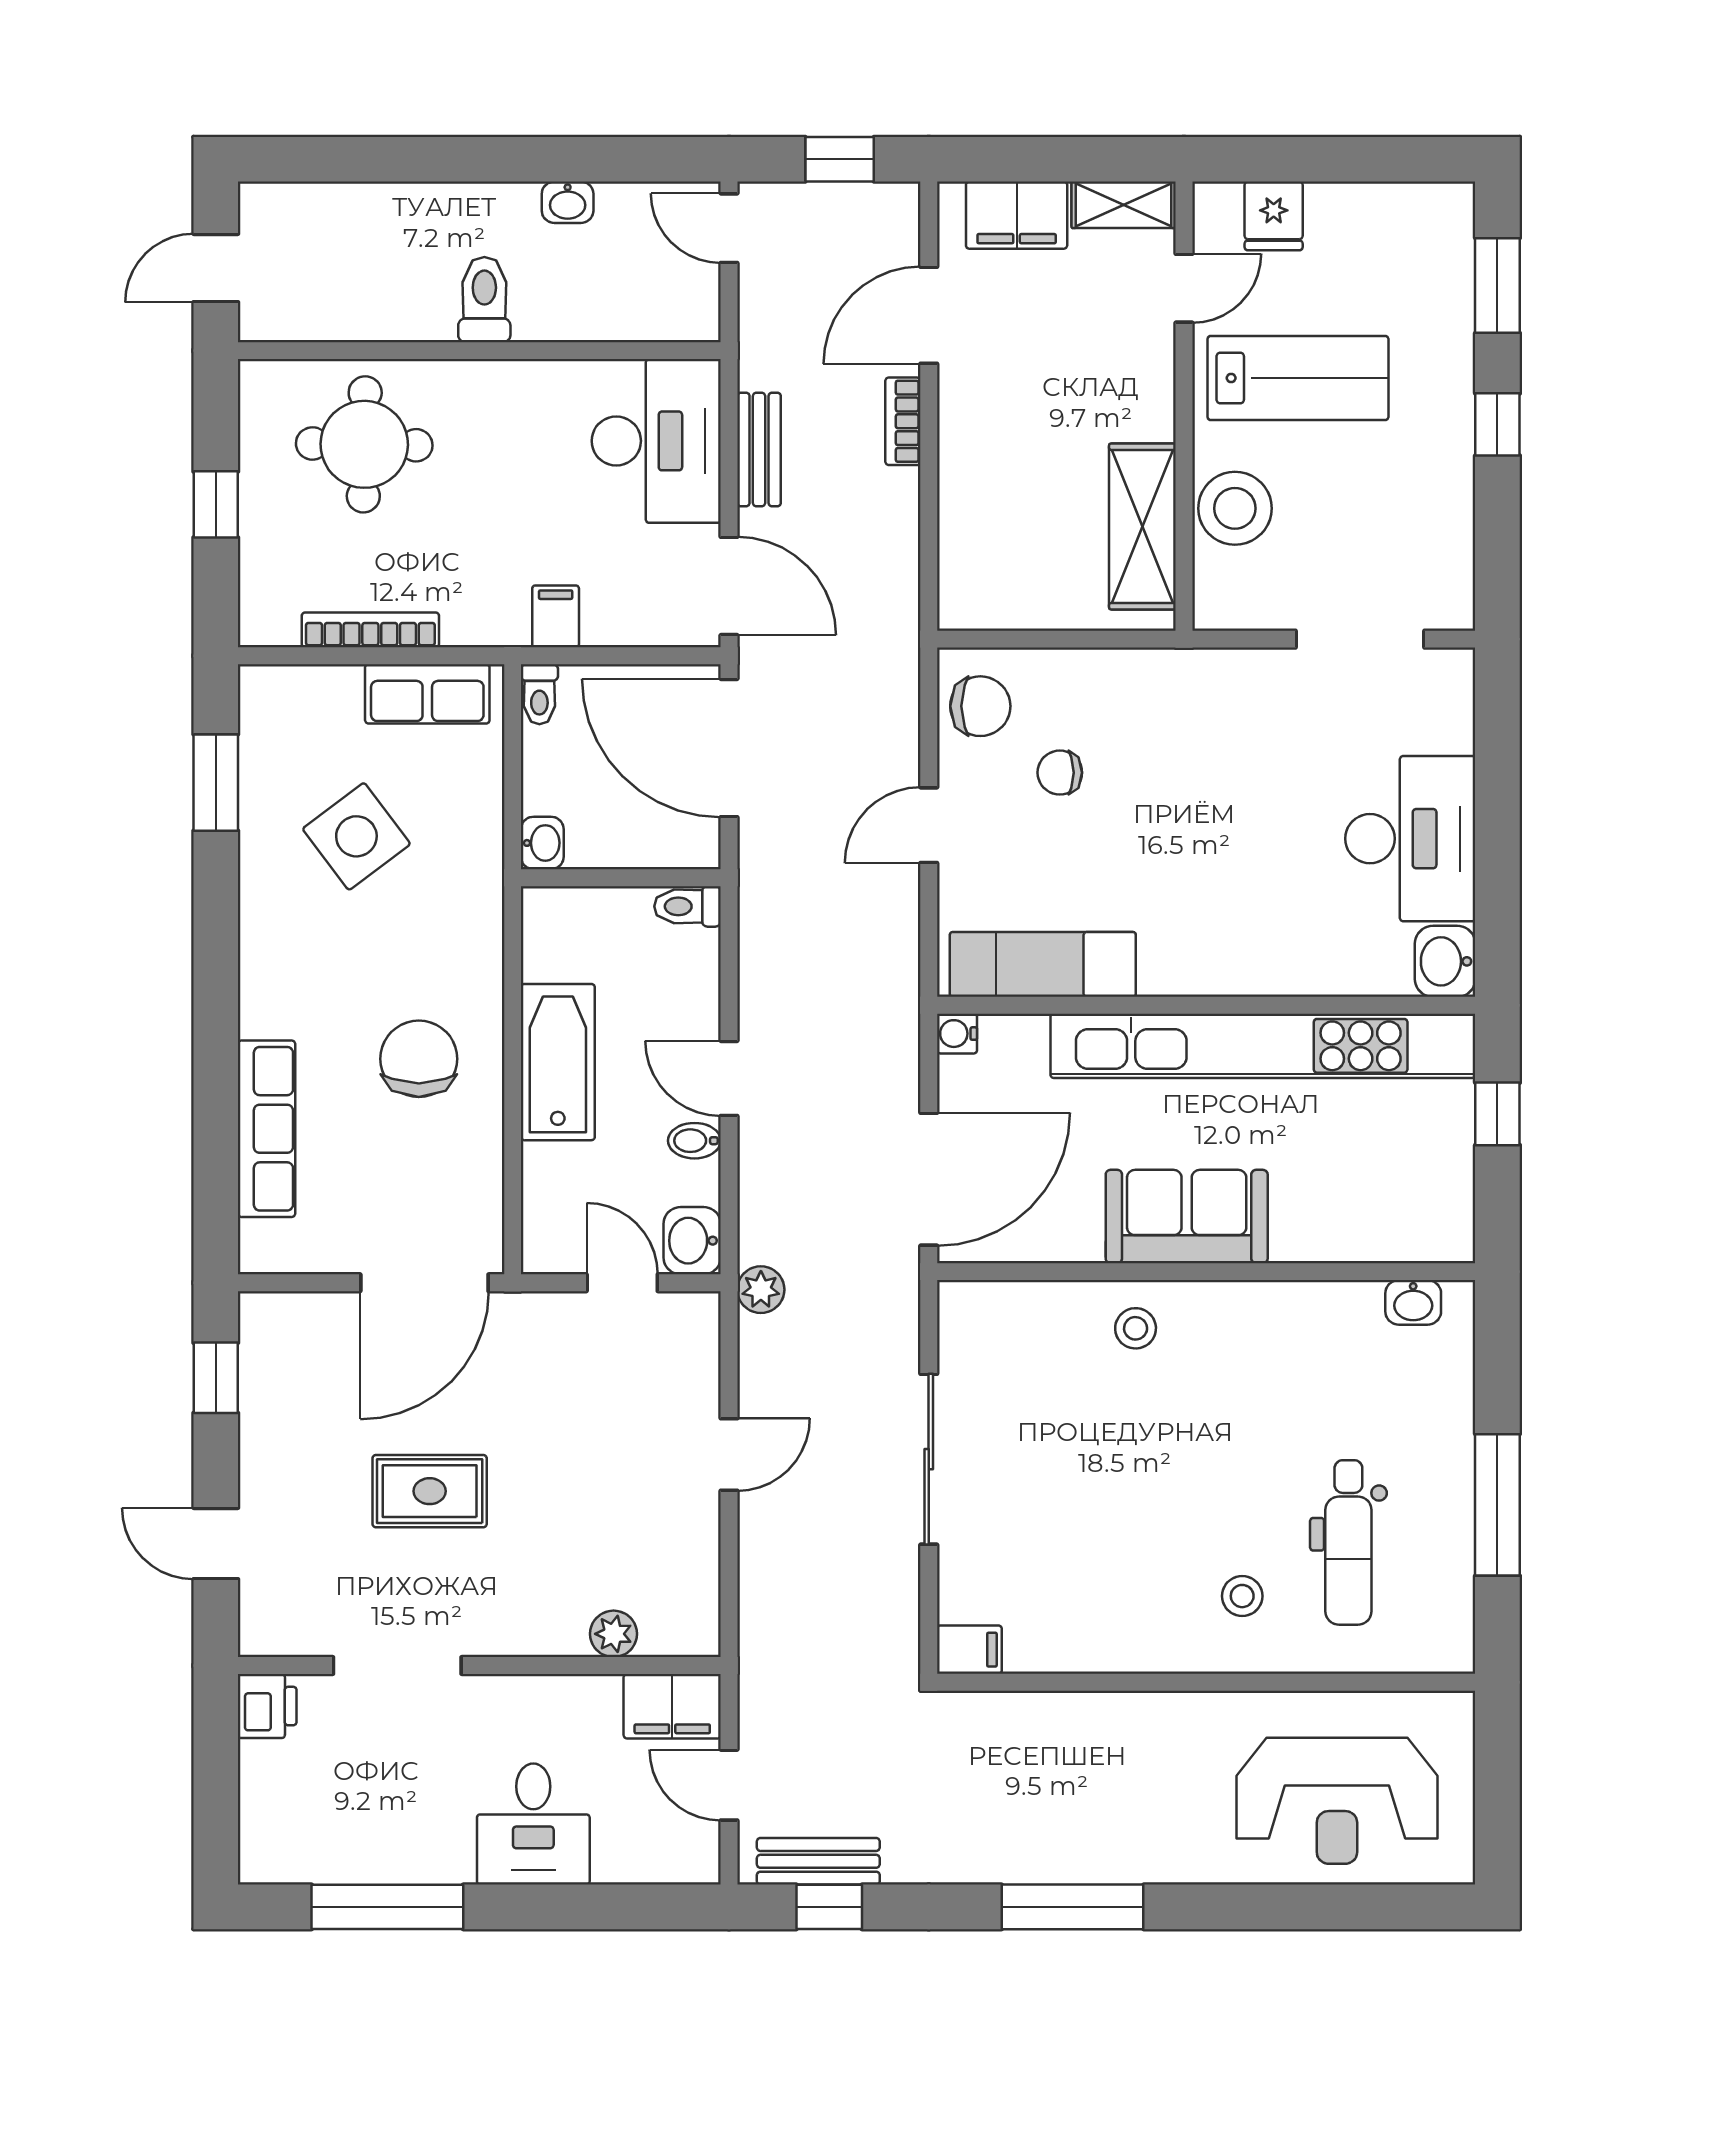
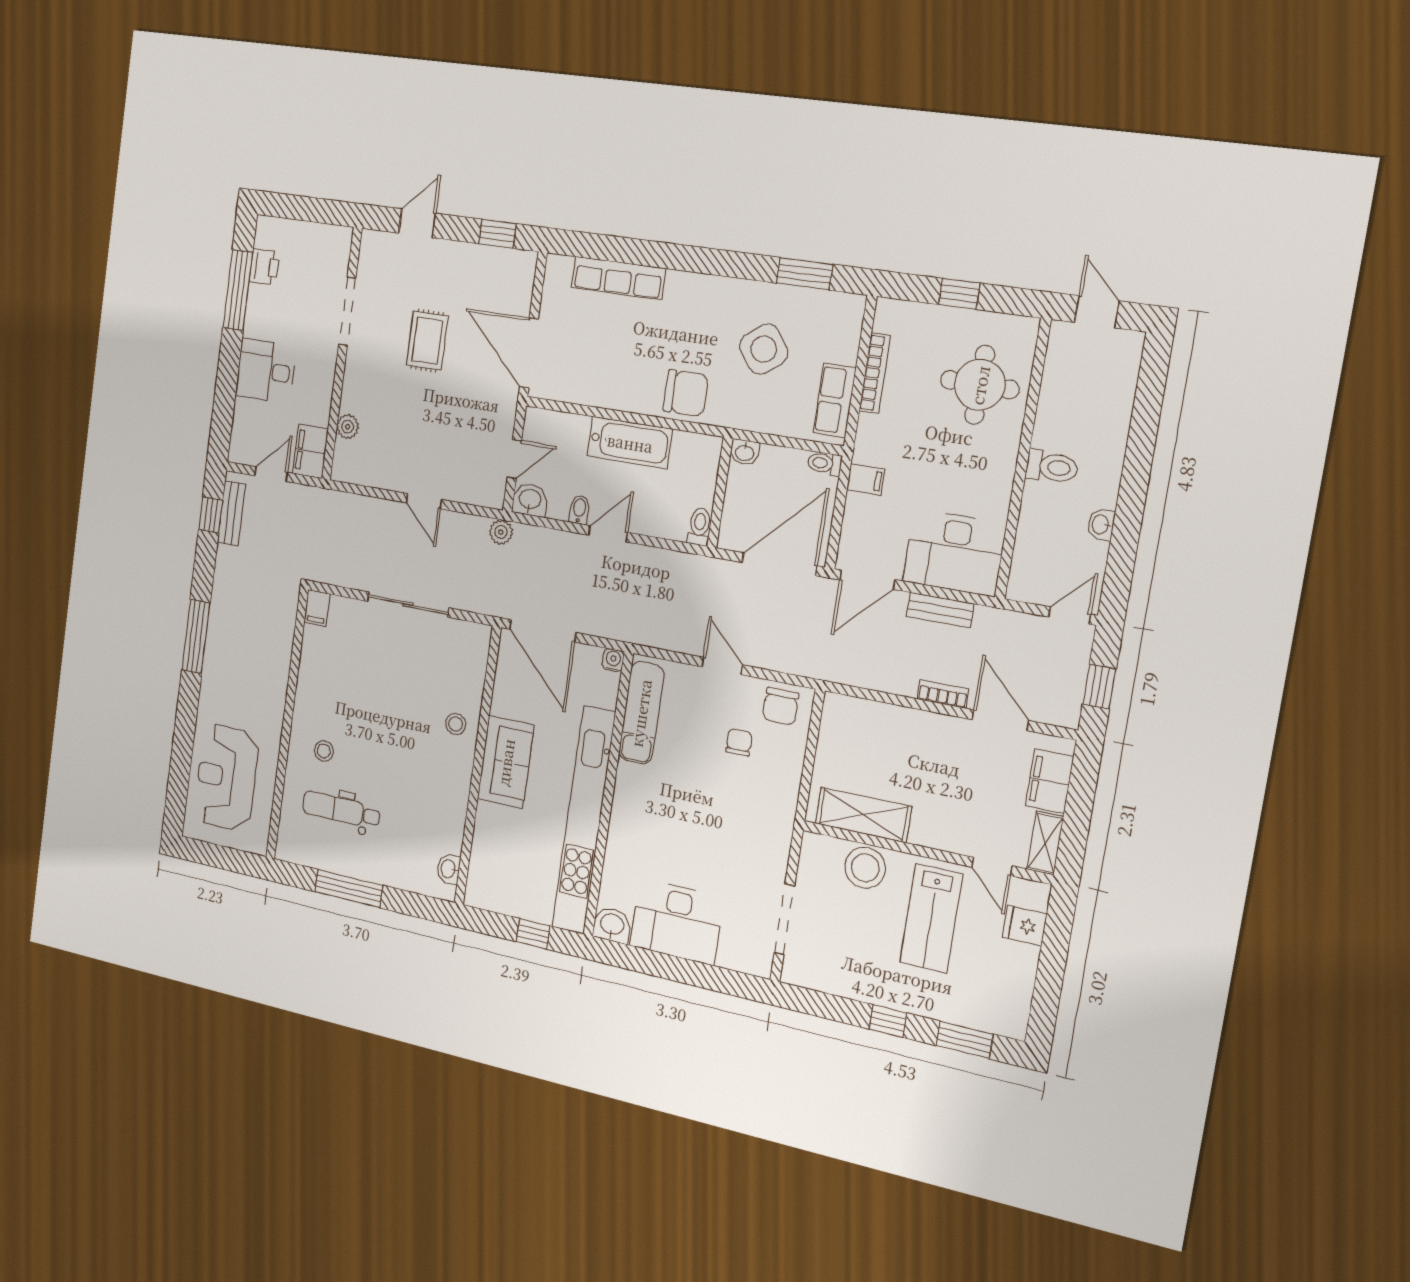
chair: (419, 1059) -> (686, 393), moved
printer: (267, 1706) -> (264, 267), moved, turned -90

